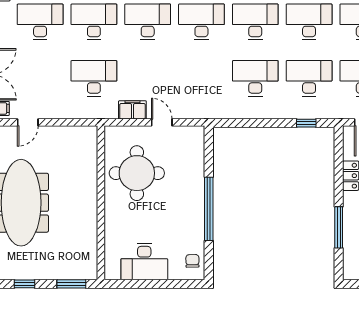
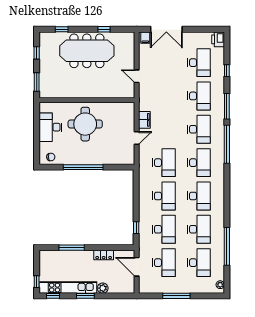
desk: (94, 78) -> (164, 163), moved
door: (28, 122) -> (137, 76), moved
round table: (137, 173) -> (85, 124), moved

